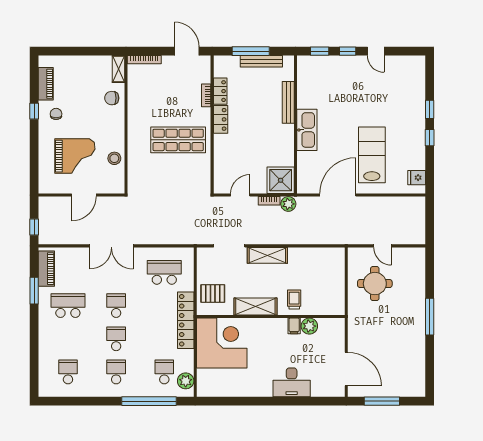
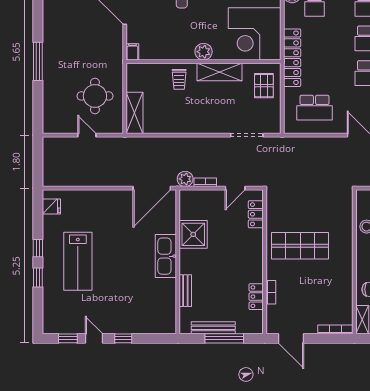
window: (320, 51) -> (68, 338), moved
bench: (288, 102) -> (185, 291), width x0.73
locker: (221, 119) -> (256, 214), moved
lab bench: (372, 155) -> (78, 261), moved
shower: (281, 180) -> (193, 234), moved
door: (338, 195) -> (152, 188), moved
shelving: (267, 255) -> (135, 113), moved, turned 90
pallet: (213, 293) -> (264, 86), turned 90
filing cabinet: (294, 326) -> (132, 52), moved
plant: (309, 326) -> (204, 52), moved

